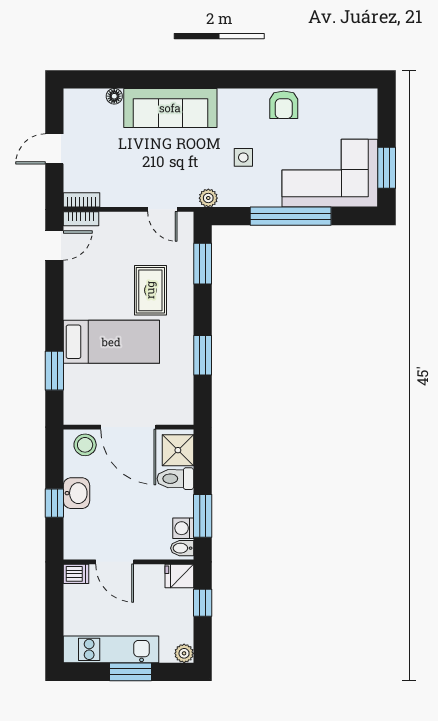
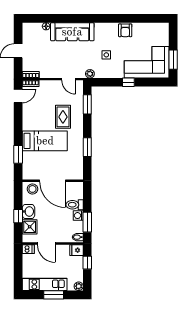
window: (291, 216) -> (128, 82), width x0.32
shower: (178, 450) -> (30, 227), moved
washing machine: (183, 528) -> (78, 216), moved

